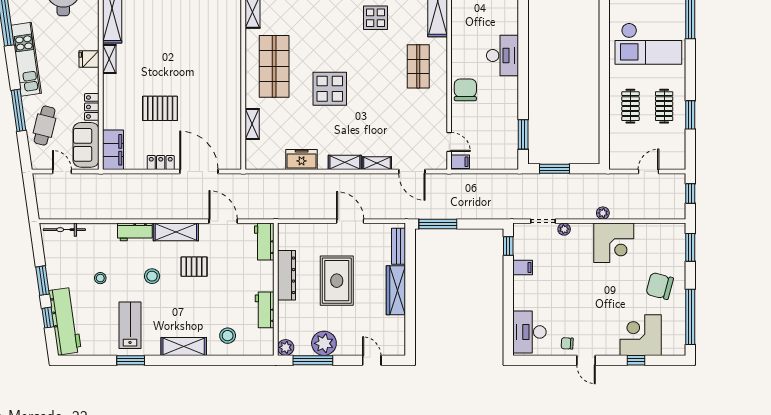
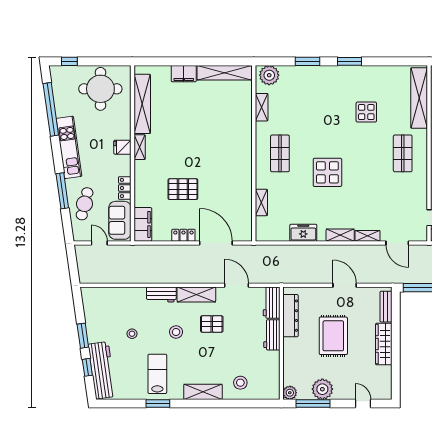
shop shelf: (274, 66) -> (280, 153), width x0.70, depth x0.74
bicycle: (64, 230) -> (101, 292), removed
dresser: (287, 275) -> (291, 316), moved
workbench: (265, 310) -> (272, 335), moved

